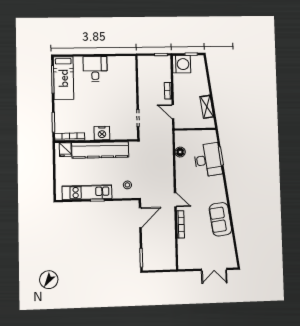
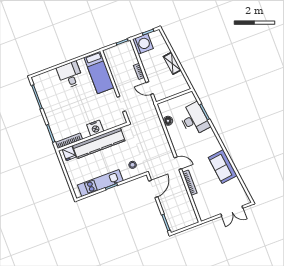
bed: (64, 78) -> (99, 72), moved
shelving: (207, 107) -> (172, 63), moved

